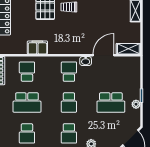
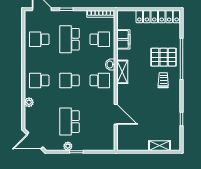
filing cabinet: (37, 47) -> (123, 39), moved
shelving: (128, 49) -> (122, 72), moved
washbasin: (86, 61) -> (110, 65), moved

